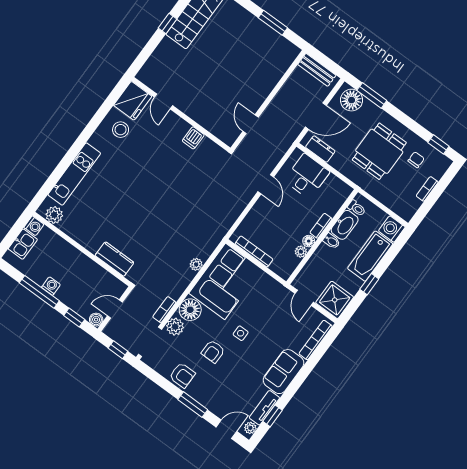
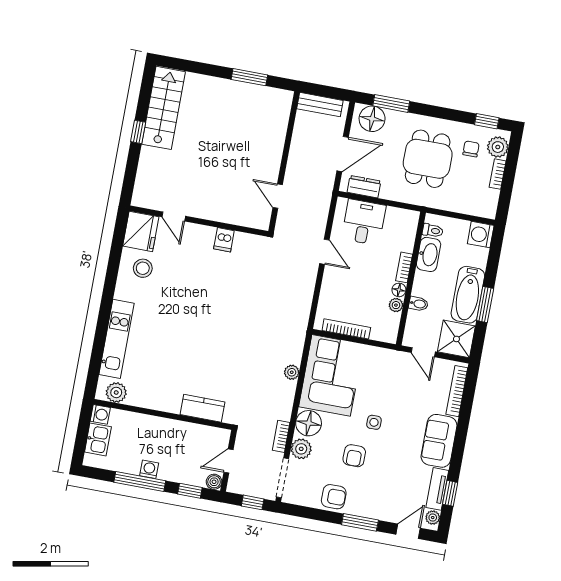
plant: (437, 168) -> (498, 147), added
bidet: (332, 241) -> (418, 304), moved
bathtub: (370, 256) -> (468, 295), moved
window: (369, 284) -> (485, 304), width x1.50

